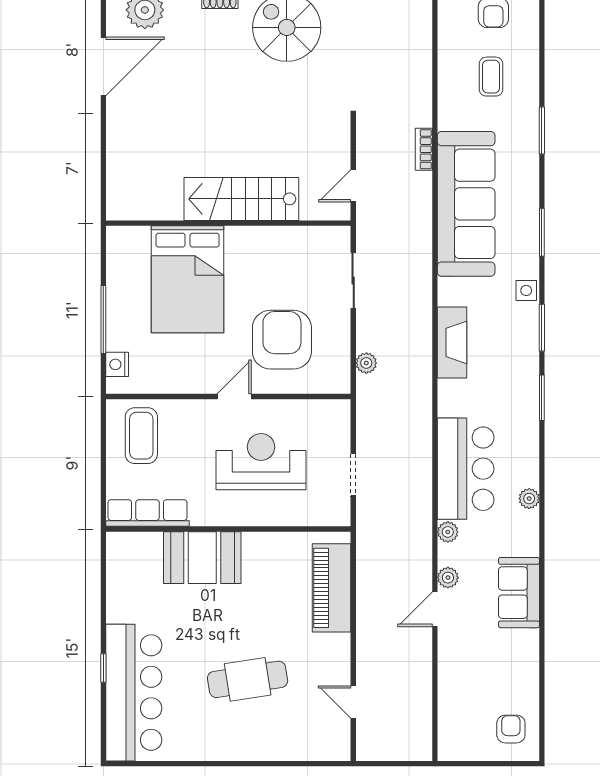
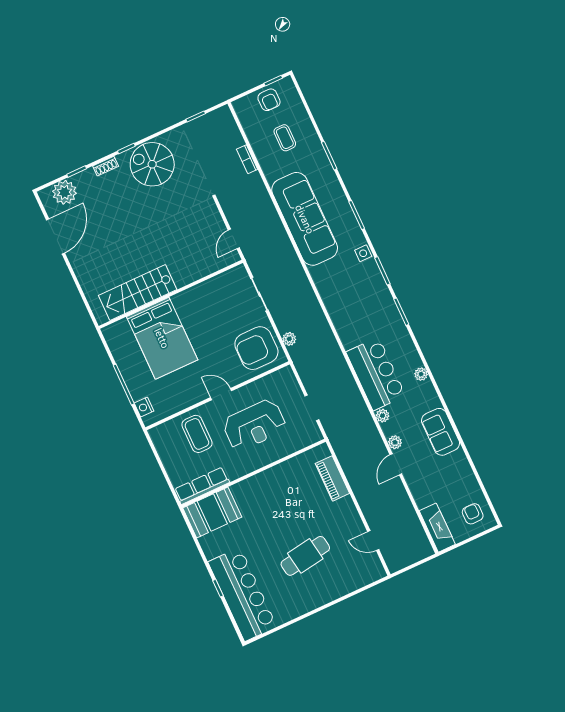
bookcase: (424, 149) -> (247, 159), moved
stairs: (241, 199) -> (138, 293), moved
armchair: (282, 340) -> (256, 348), moved, turned -90
fireplace: (452, 342) -> (437, 528), moved
door: (234, 396) -> (221, 394), hinge flipped
coffee table: (141, 436) -> (197, 434), moved
reception desk: (261, 462) -> (254, 425), turned 180
booth: (202, 558) -> (212, 512), moved
piano: (331, 588) -> (332, 478), width x0.73, depth x0.75

